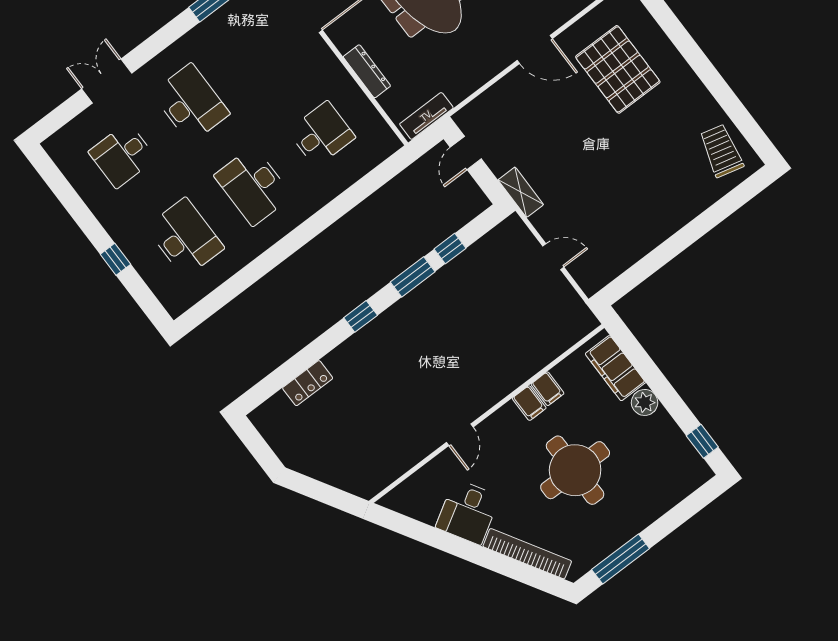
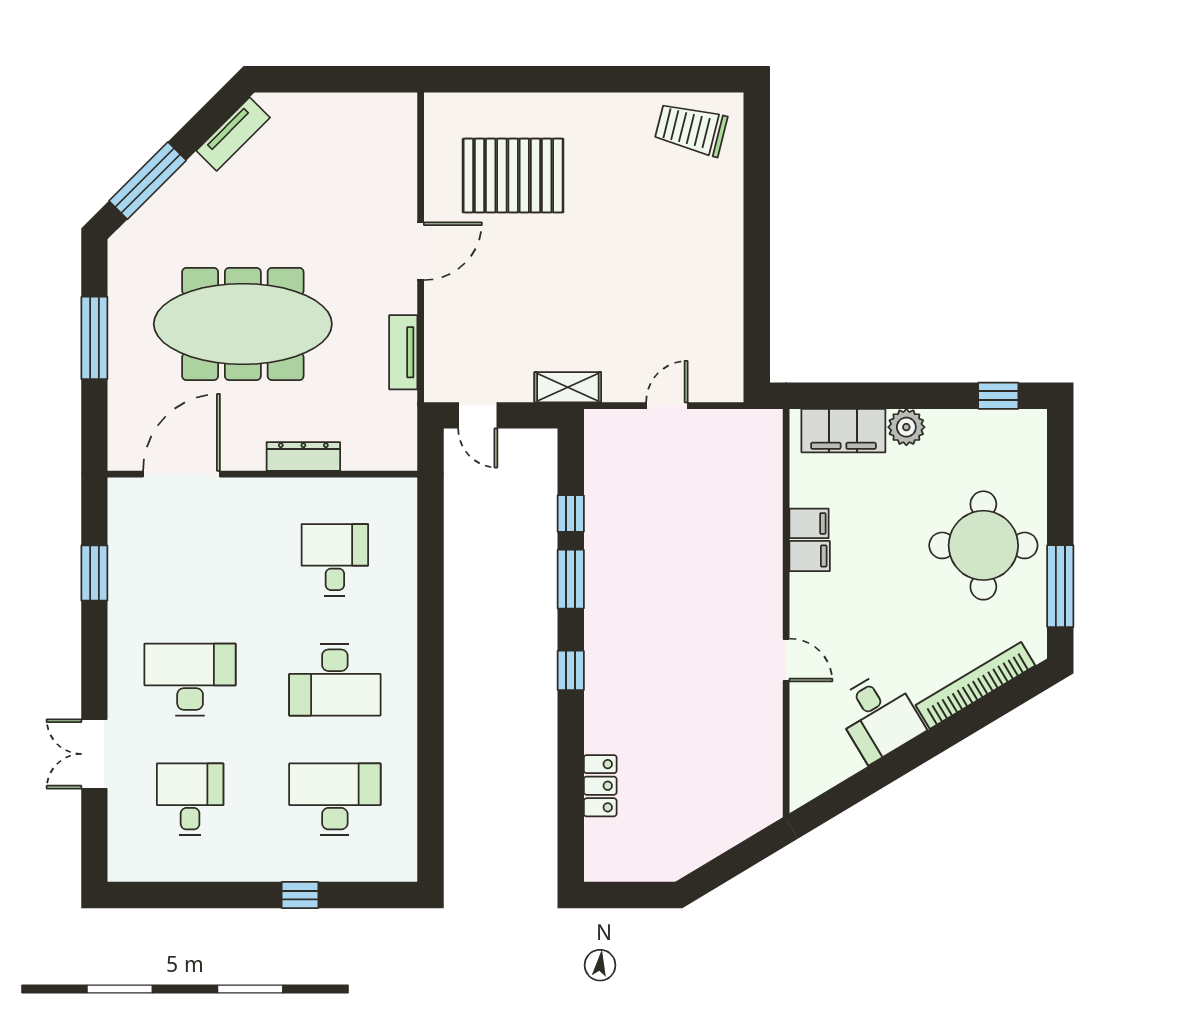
tv unit: (426, 116) -> (403, 352), moved
desk: (122, 155) -> (190, 799), turned 180
round table: (575, 470) -> (983, 545), moved

